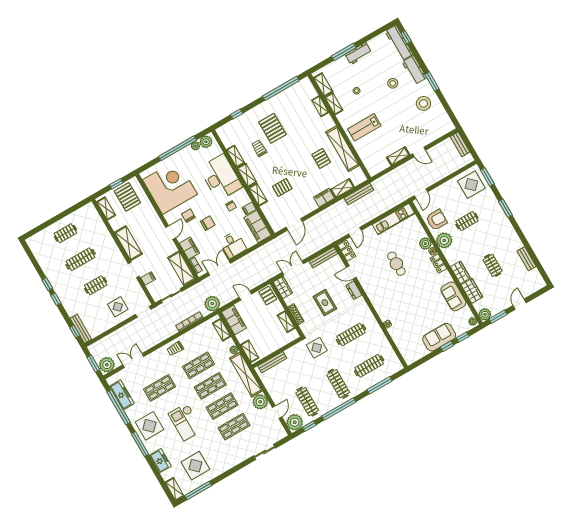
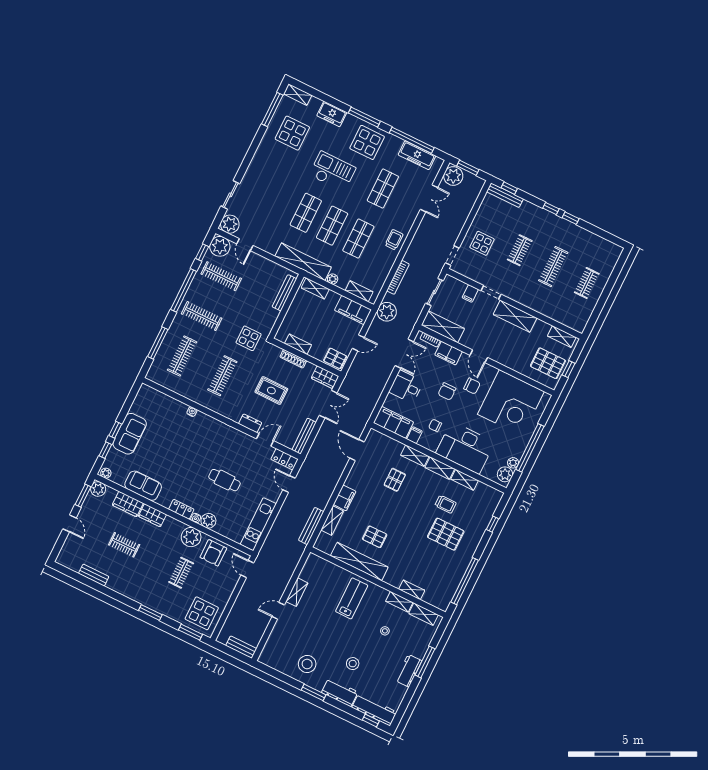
plant: (260, 402) -> (230, 224), moved
shop shelf: (234, 427) -> (280, 200), removed

